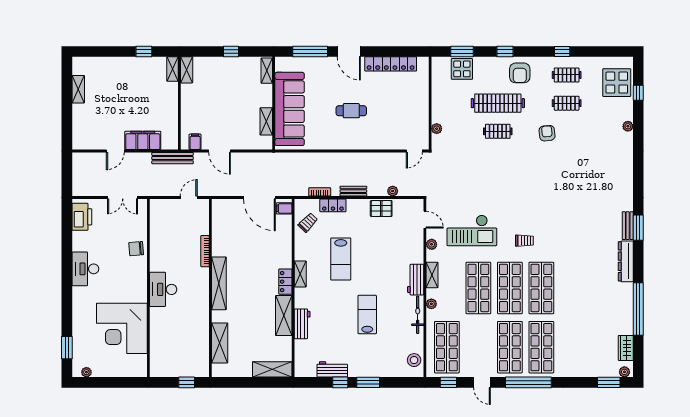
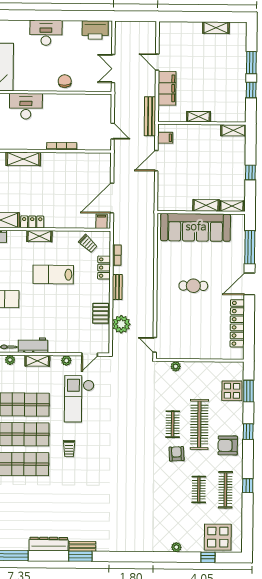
window: (115, 51) -> (251, 63), added
shelving: (172, 69) -> (199, 117), moved
clothes rail: (567, 75) -> (225, 490), width x1.36
cafe table: (351, 111) -> (193, 286), turned 90
shelving: (266, 121) -> (206, 205), moved
armchair: (547, 133) -> (177, 454), moved, turned -87
plant: (393, 191) -> (121, 324), width x1.88, depth x1.88
shelving: (219, 283) -> (23, 159), width x0.68

